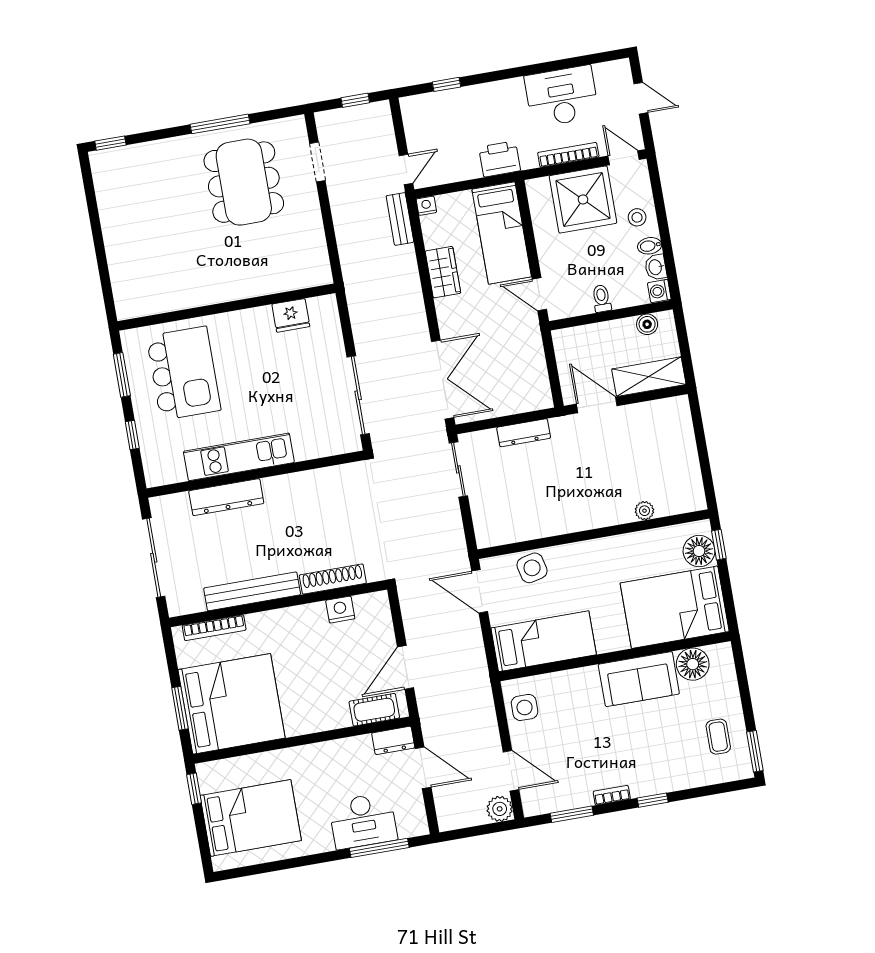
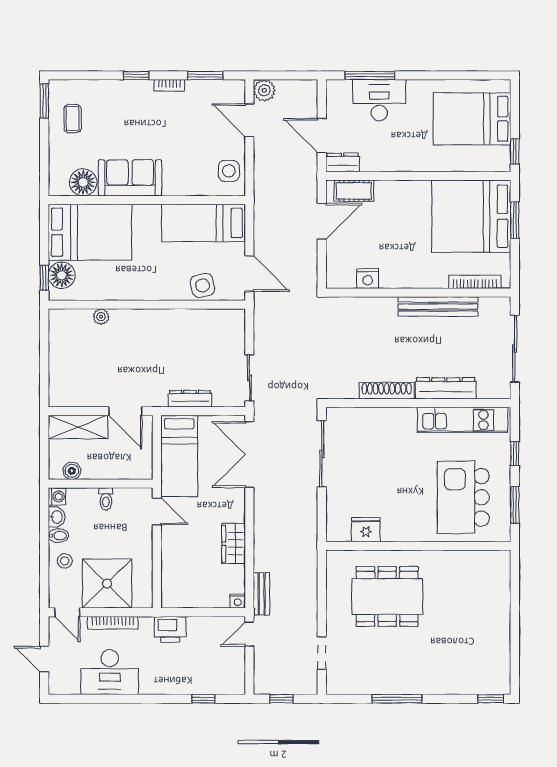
dining table: (244, 182) -> (387, 597), moved, turned 90
bed: (502, 233) -> (179, 456), moved, turned 180
kitchen unit: (239, 457) -> (463, 420), moved
shoe rack: (333, 579) -> (387, 391), moved, turned 180

